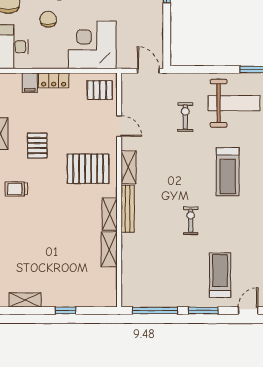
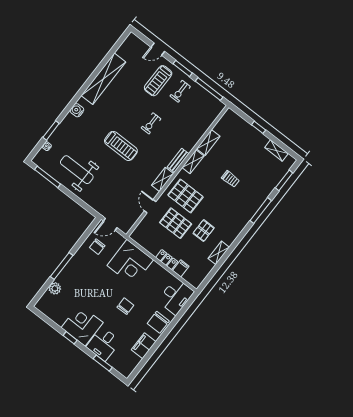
chair: (48, 19) -> (97, 247), moved
door: (148, 71) -> (110, 224), hinge flipped
pallet: (100, 90) -> (176, 223), moved, width x1.50, depth x1.42
exercise bike: (185, 117) -> (180, 91), moved
treadmill: (228, 172) -> (121, 146), moved, turned 90
trolley: (16, 189) -> (230, 179), moved
bench: (128, 209) -> (178, 160), width x0.73

